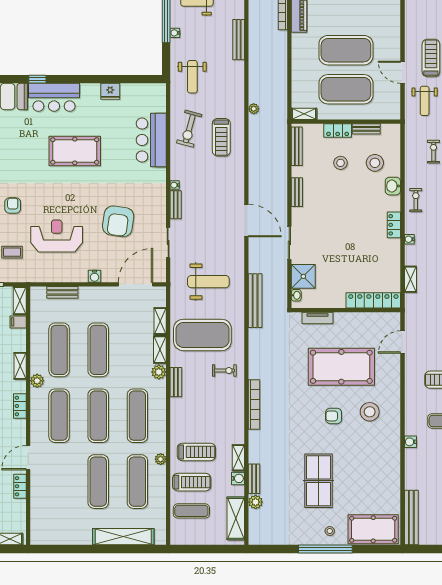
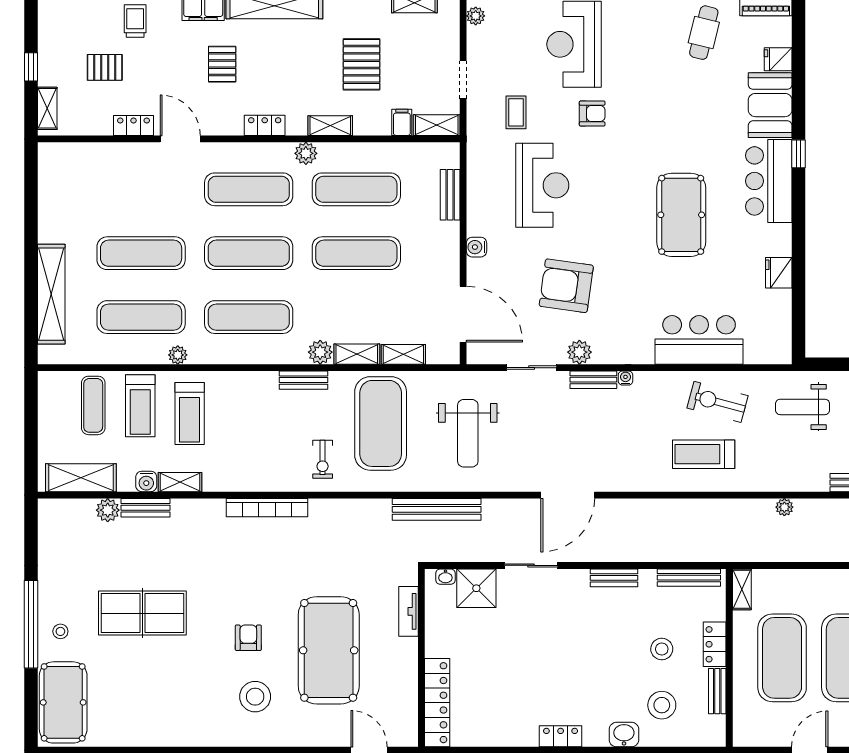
plant: (254, 109) -> (784, 507), moved
plant: (159, 213) -> (579, 352), added

